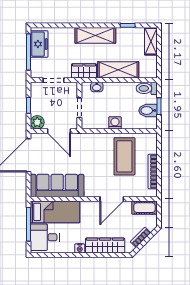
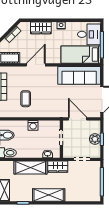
freezer: (39, 44) -> (93, 188), removed
plant: (37, 122) -> (95, 139), moved
coffee table: (124, 156) -> (26, 99), width x0.54, depth x0.58
wardrobe: (105, 245) -> (41, 28), width x0.67

